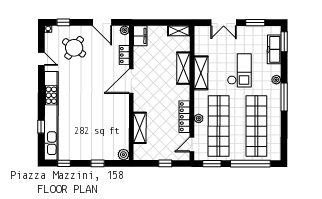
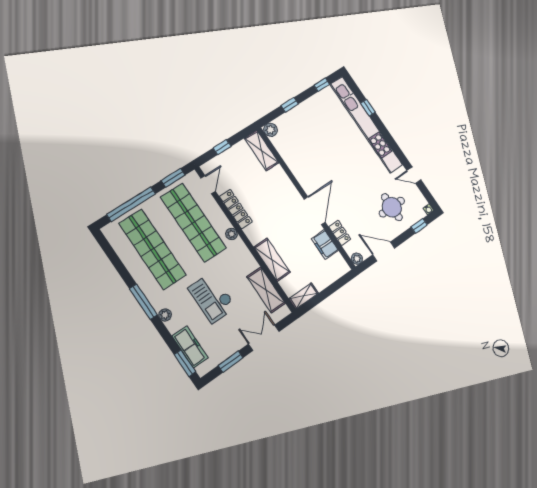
filing cabinet: (140, 36) -> (325, 245), moved
round table: (74, 48) -> (392, 207), turned -36
shelving: (201, 73) -> (266, 290), moved
plant: (199, 118) -> (231, 234), moved
shelving: (140, 128) -> (262, 151), moved

